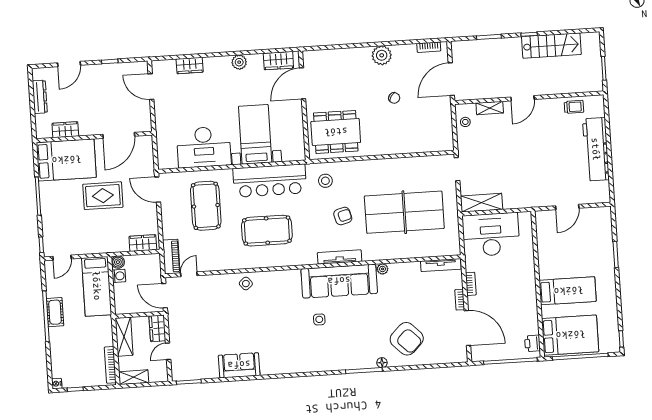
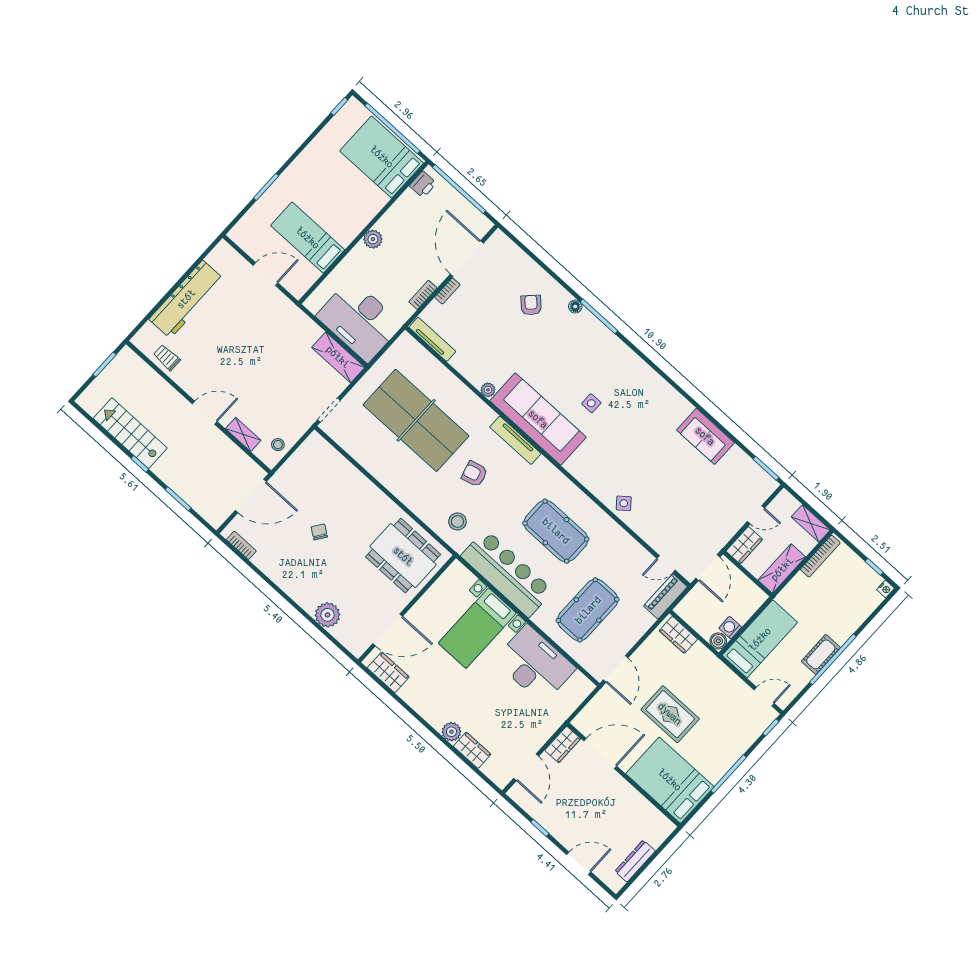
plant: (382, 55) -> (328, 615), moved
plant: (239, 62) -> (451, 732), moved
wardrobe: (65, 130) -> (563, 744), moved, turned -90
plant: (529, 286) -> (373, 239), added
bed: (568, 291) -> (308, 238), moved
armchair: (407, 339) -> (531, 305), width x0.53, depth x0.53

